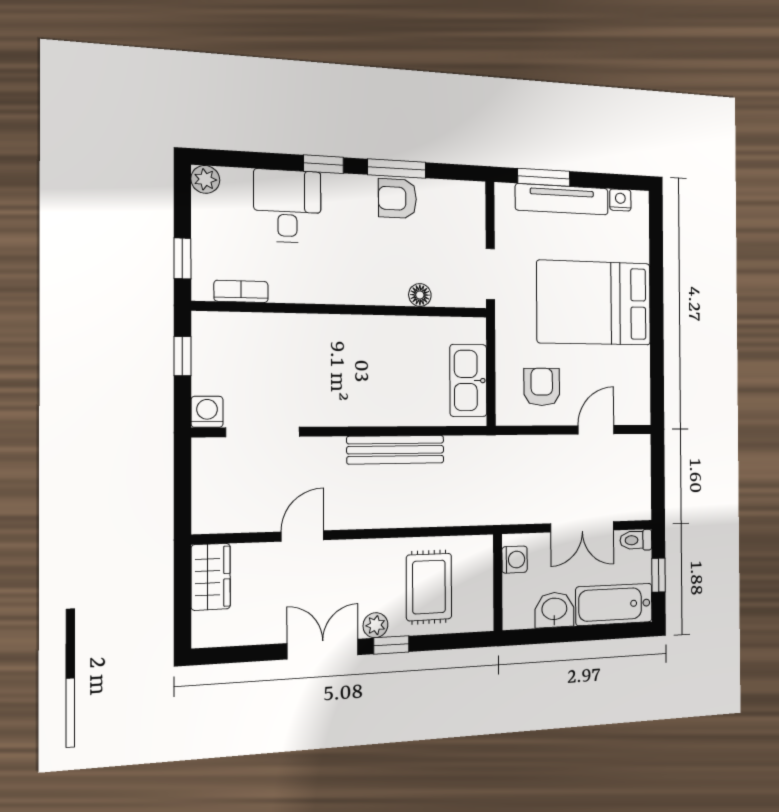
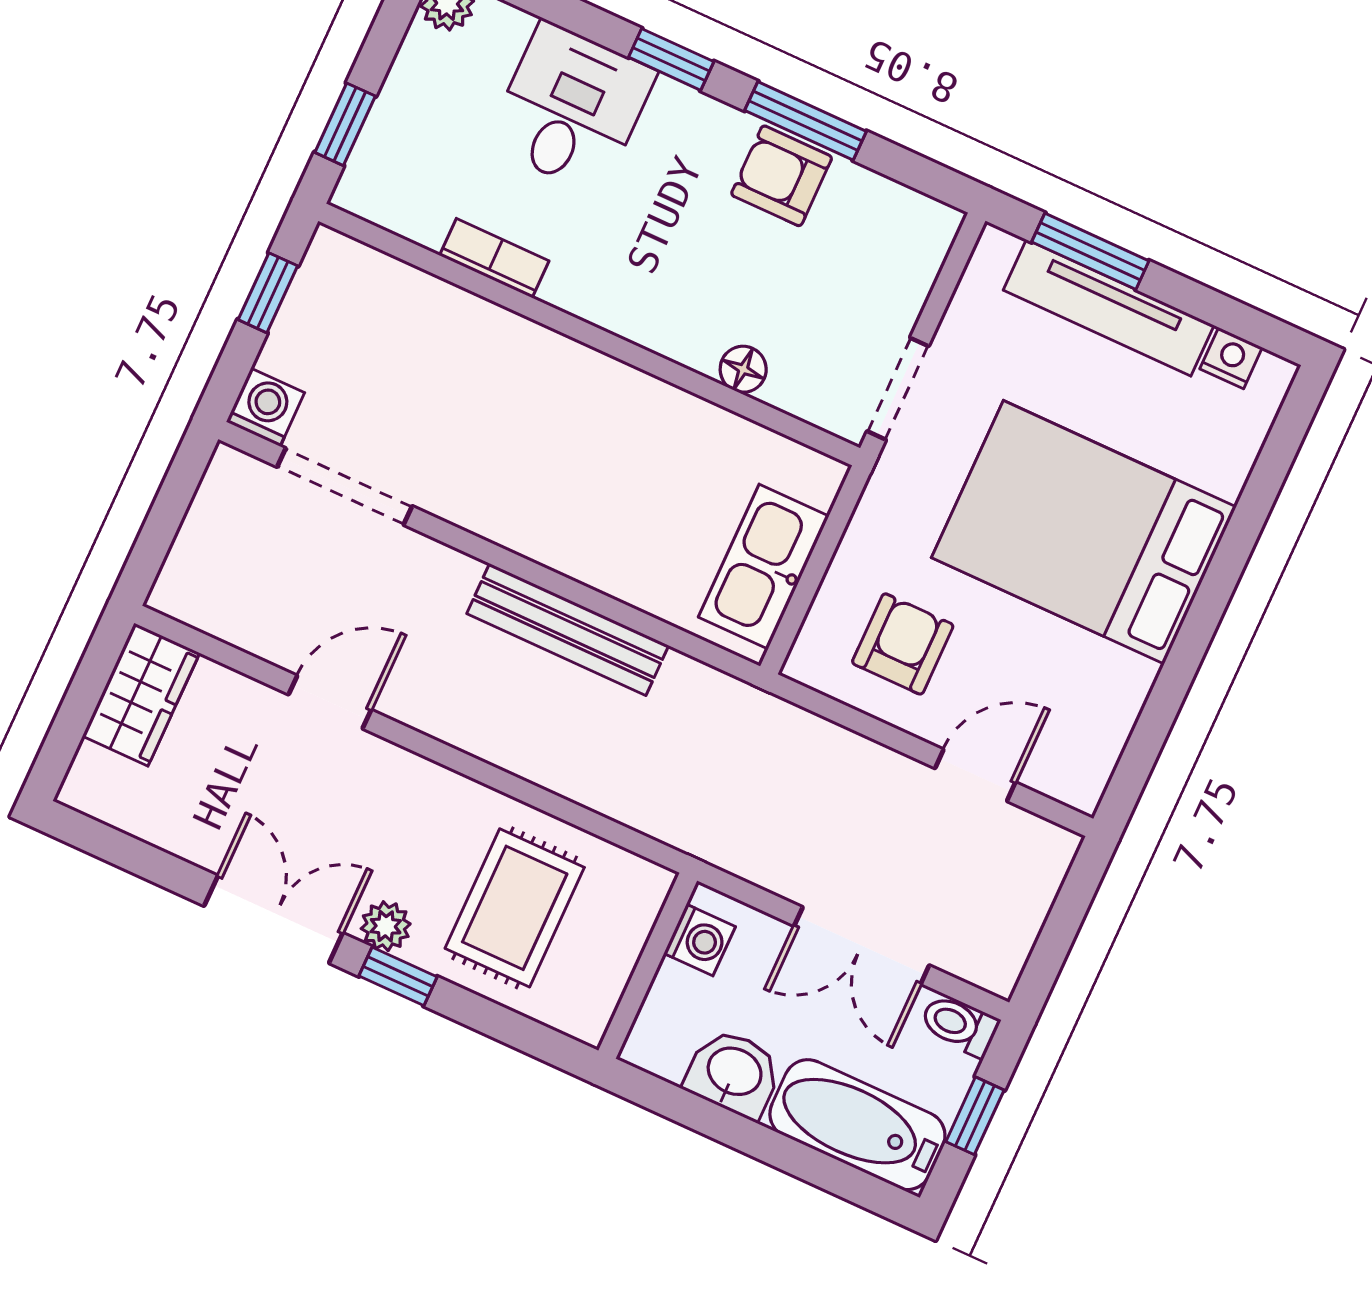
bookcase: (241, 291) -> (494, 258), moved

